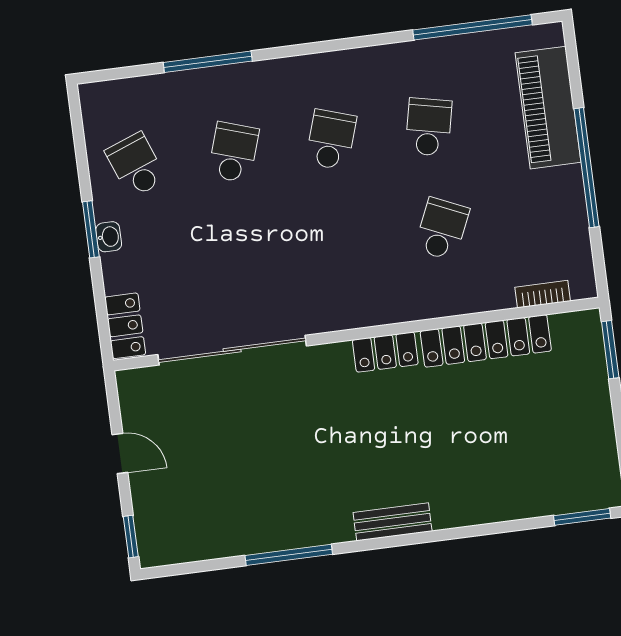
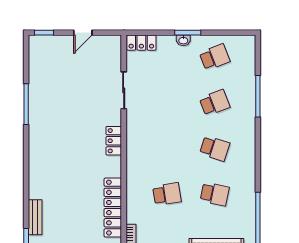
school desk: (233, 152) -> (215, 103), turned -39
school desk: (442, 229) -> (167, 194), turned -33
sliding door: (232, 350) -> (124, 90), width x0.54
locker: (385, 352) -> (114, 141), moved
bench: (393, 522) -> (35, 217), moved

